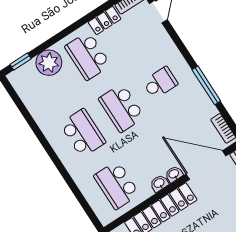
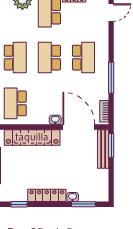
school desk: (160, 83) -> (84, 58), width x1.85
washbasin: (159, 183) -> (42, 120), removed

